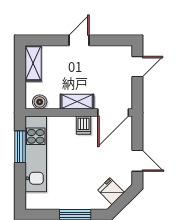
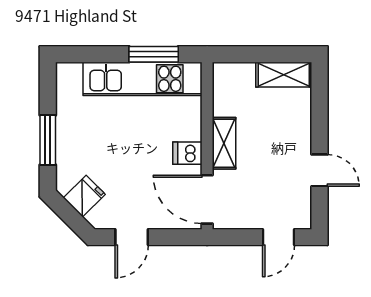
door: (79, 40) -> (319, 170), moved
door: (137, 67) -> (279, 237), hinge flipped
boiler: (40, 102) -> (223, 85), removed

